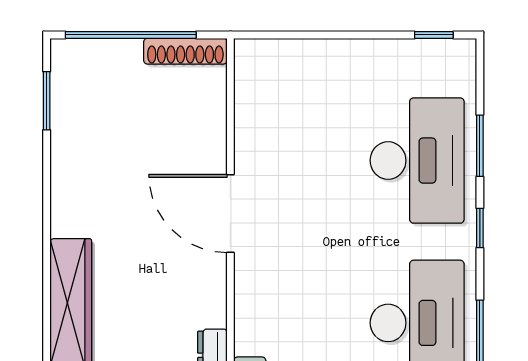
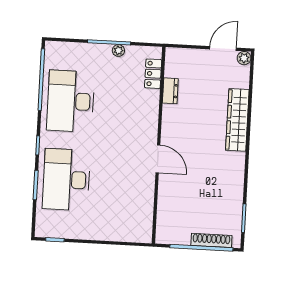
shoe rack: (185, 51) -> (211, 240), moved
door: (230, 213) -> (158, 159), width x0.73

